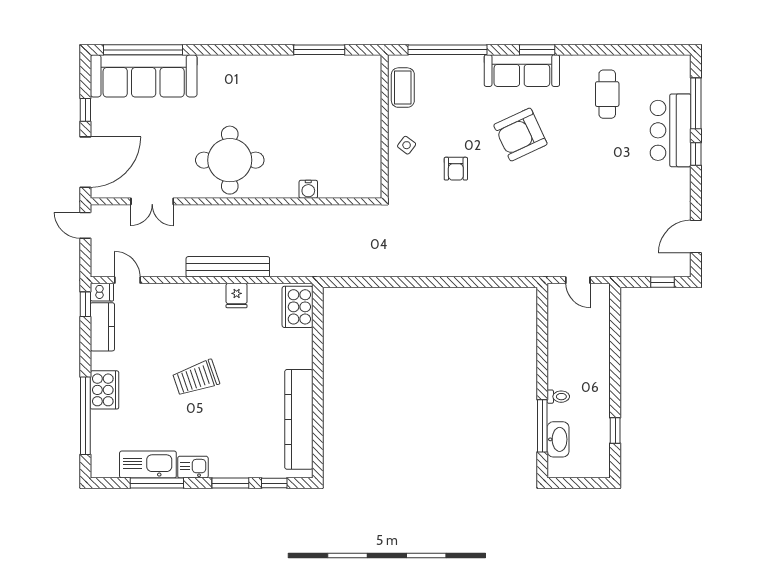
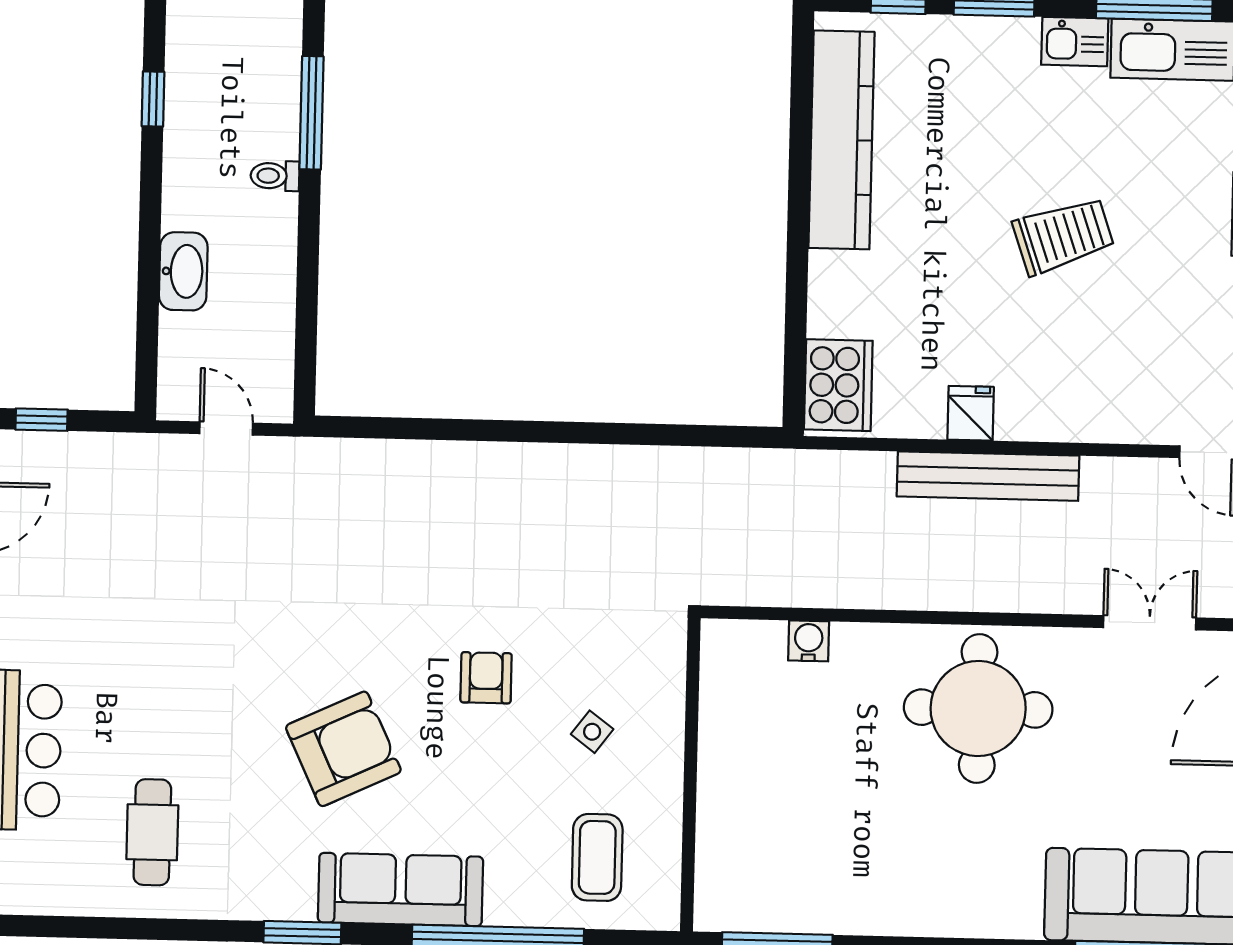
sofa: (522, 71) -> (400, 889), moved
wall: (385, 127) -> (690, 775), moved
washbasin: (558, 439) -> (183, 271), moved, turned 180

